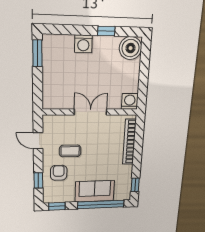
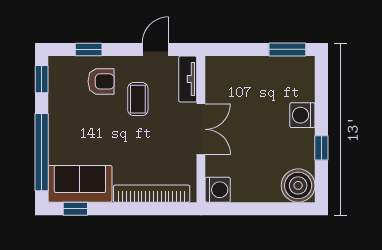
tv unit: (58, 120) -> (188, 79), added
sofa: (95, 191) -> (80, 184), moved, turned -90

